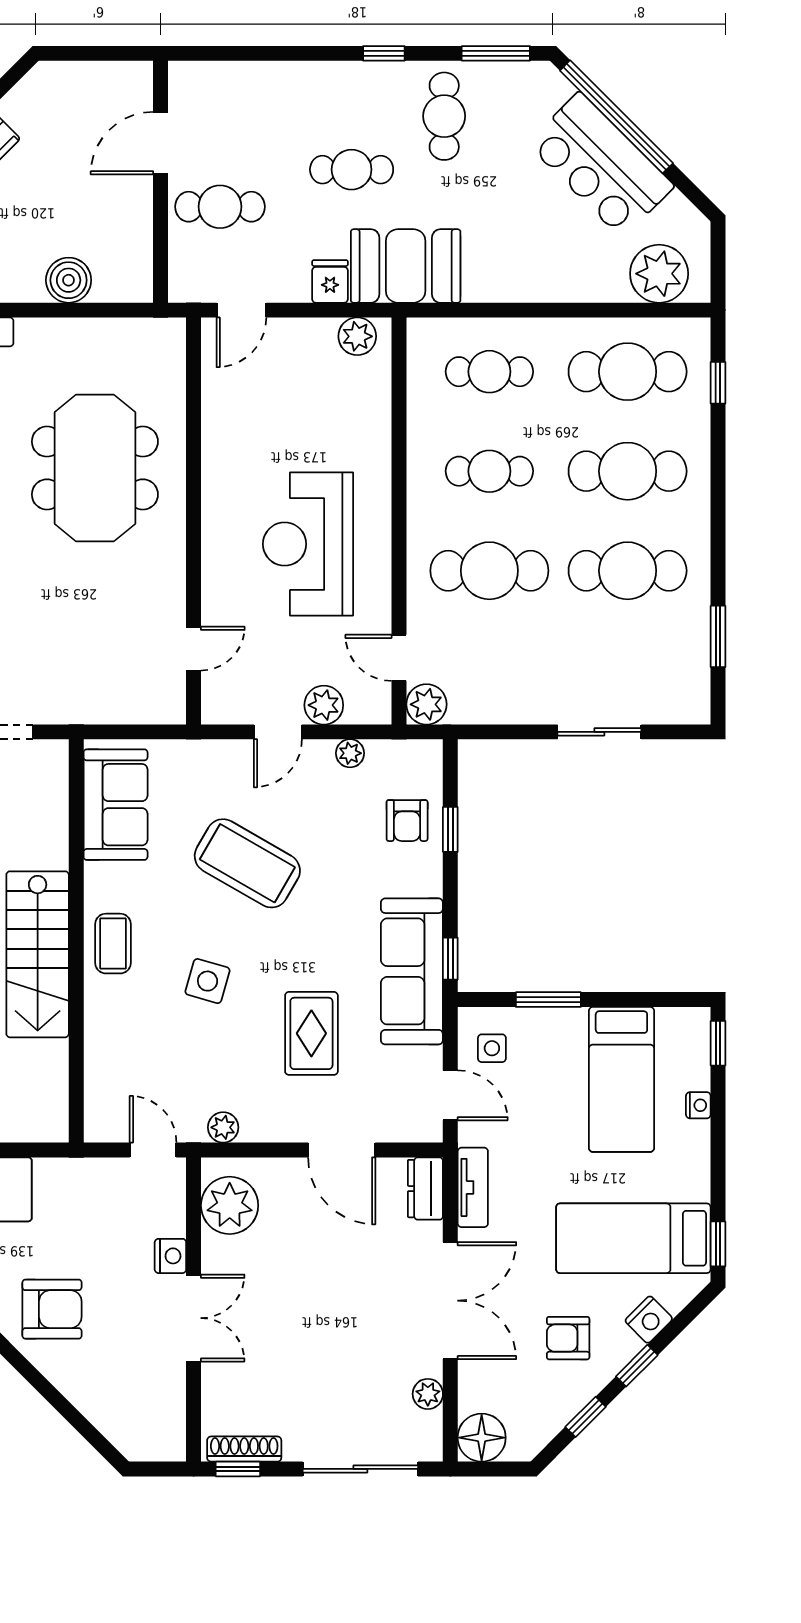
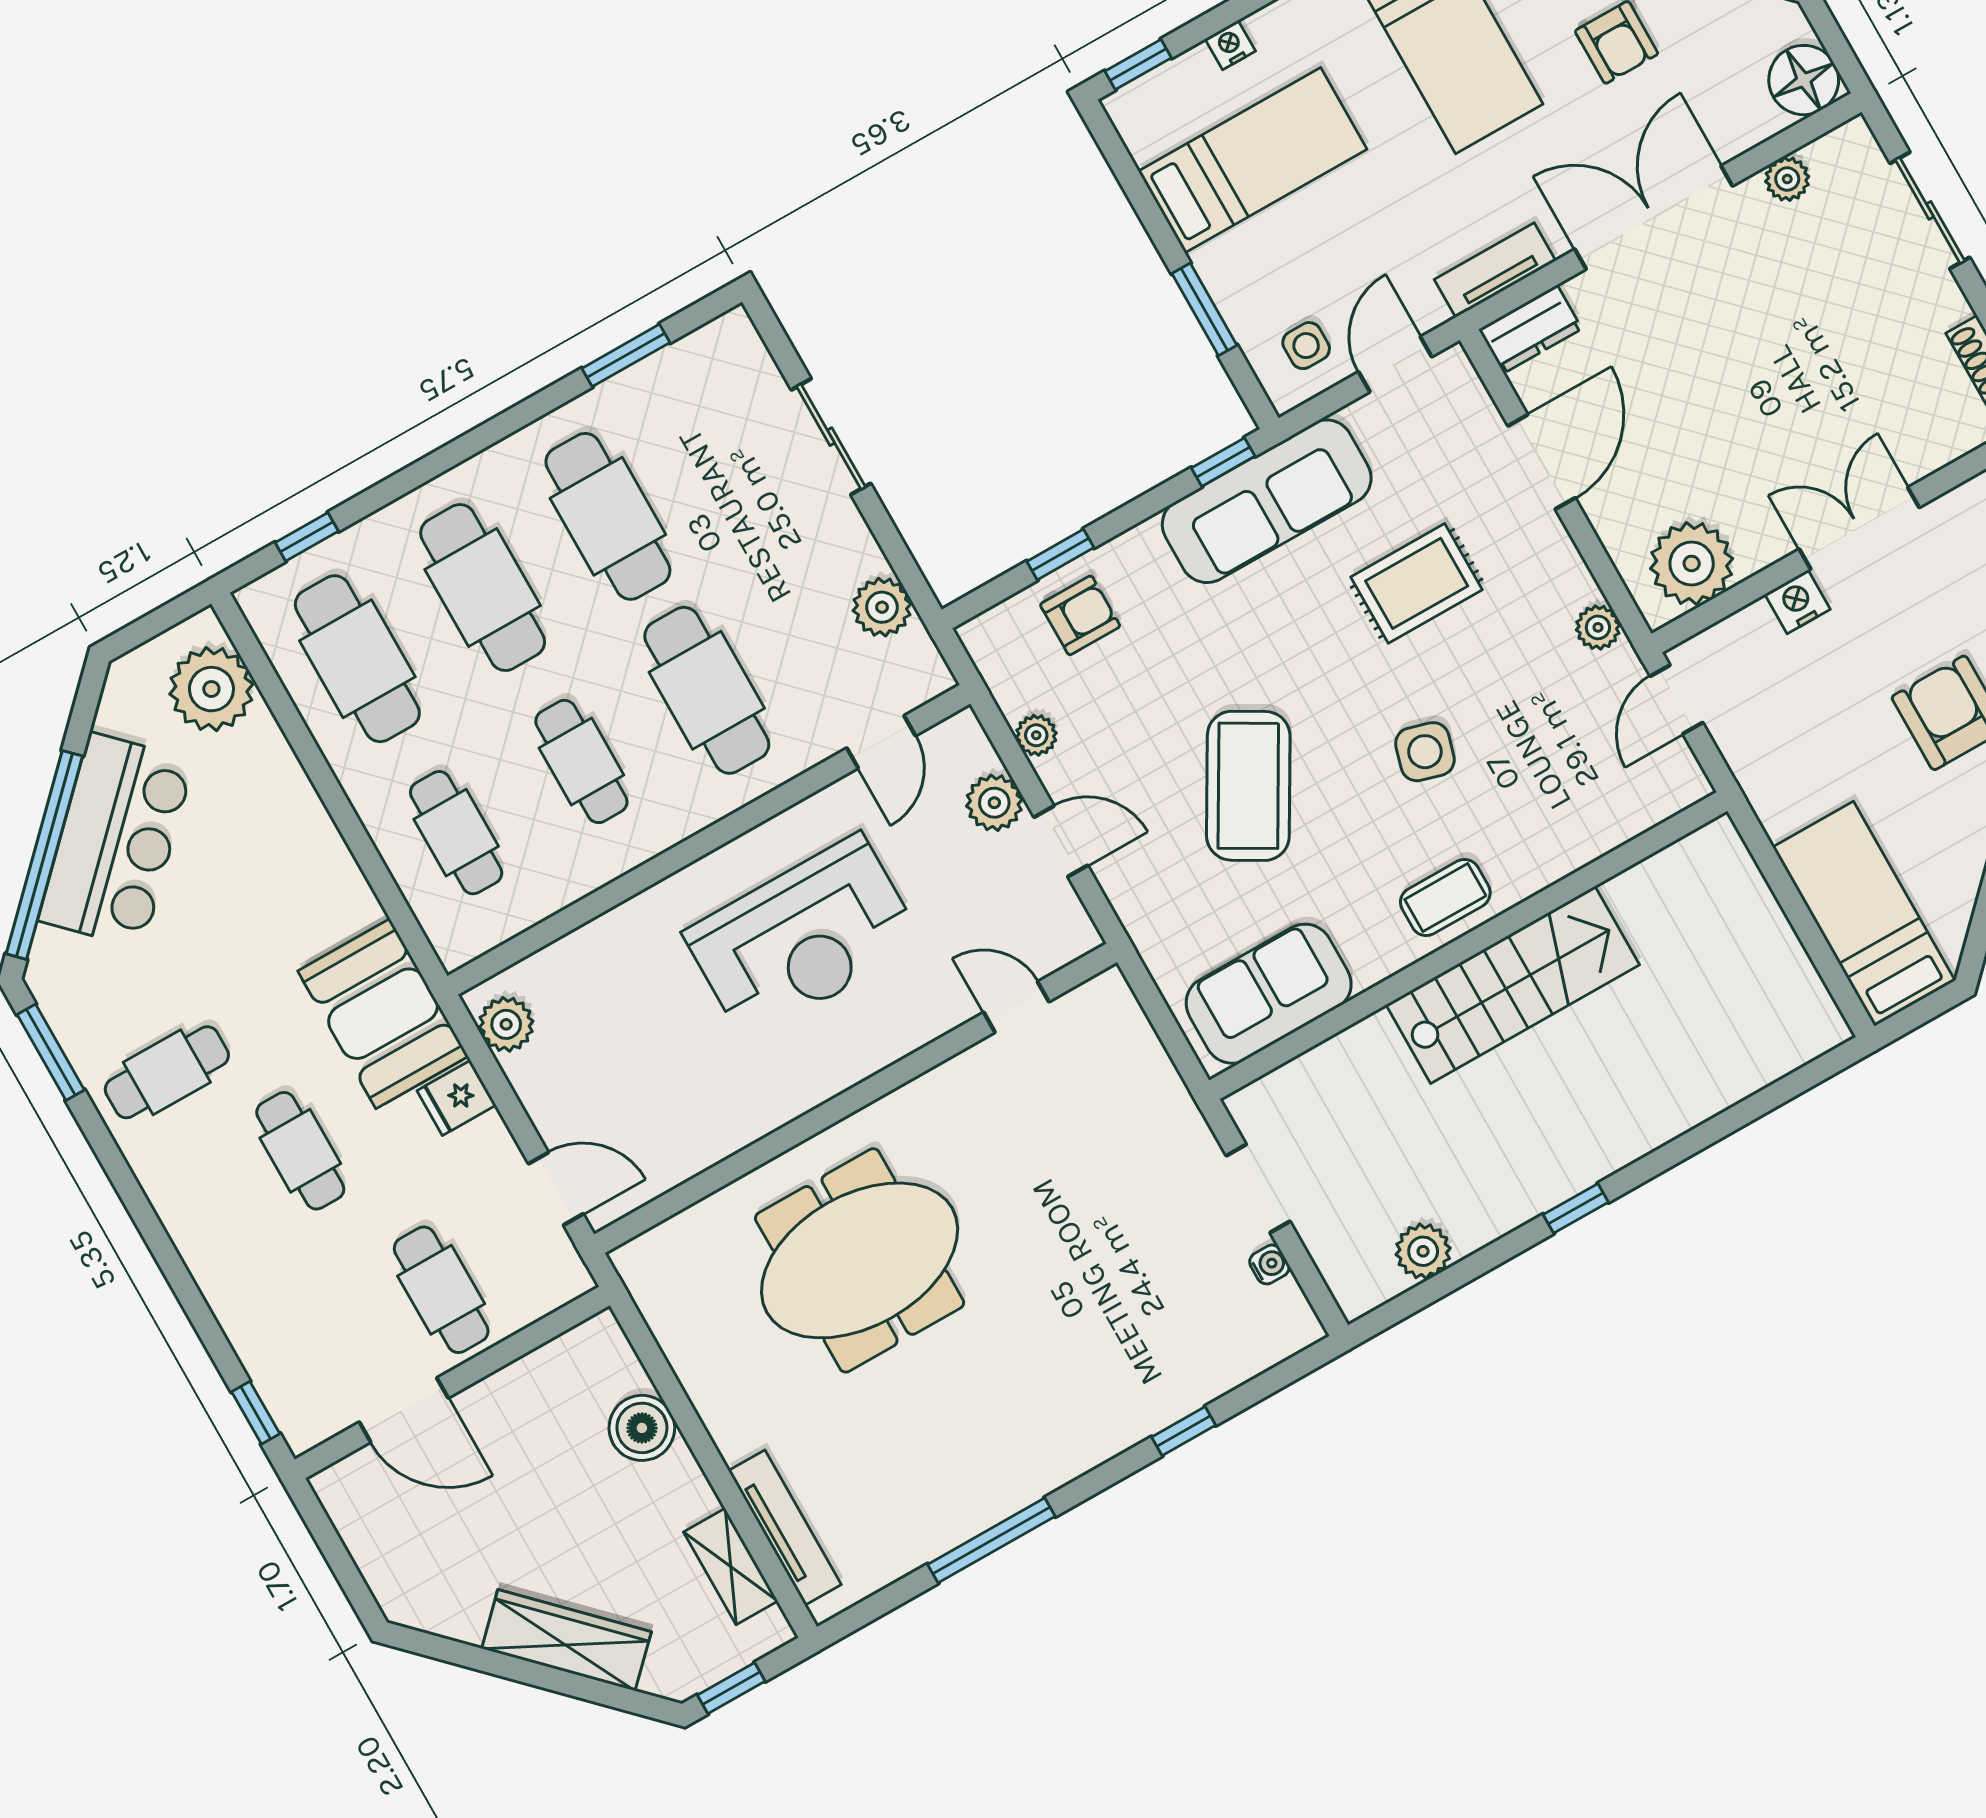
window: (384, 53) -> (256, 1413), moved
plant: (426, 704) -> (882, 607), moved
sliding door: (360, 1469) -> (1930, 210), width x0.73

